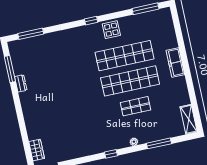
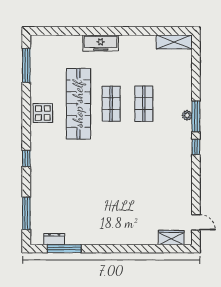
window: (91, 21) -> (26, 159), moved
shop shelf: (130, 81) -> (111, 104), width x0.50, depth x0.74
dresser: (21, 83) -> (54, 239), moved
window: (159, 143) -> (196, 116), moved

